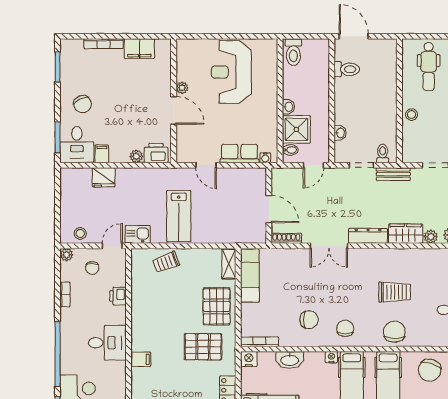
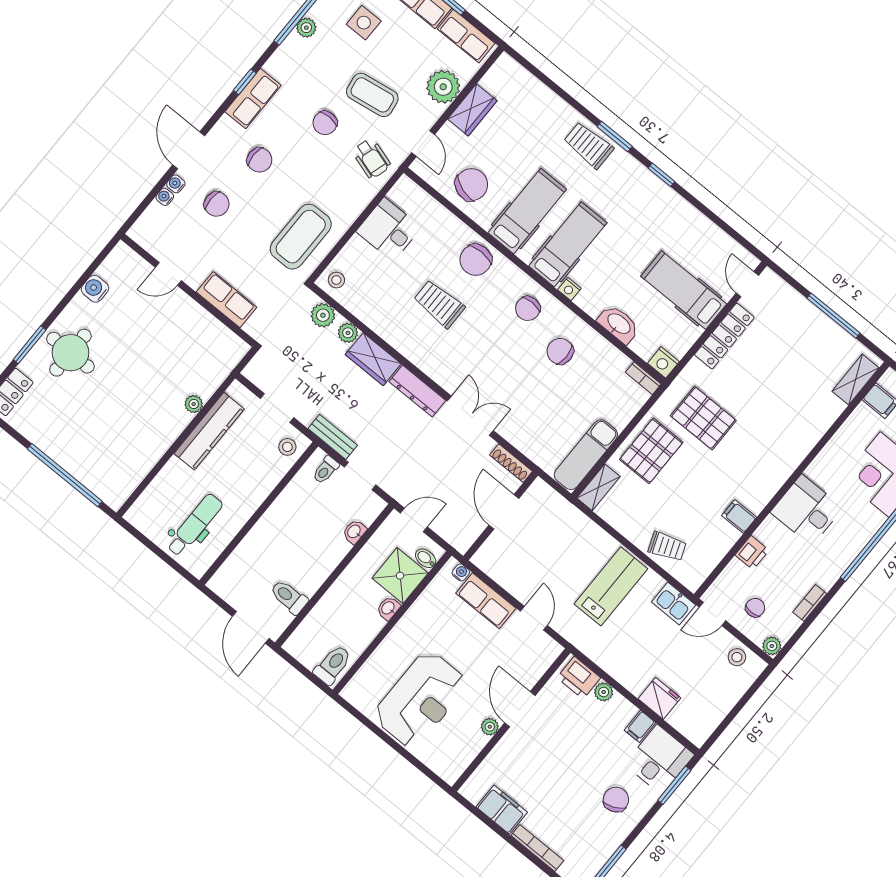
stool: (412, 115) -> (287, 447), moved
bookcase: (260, 342) -> (643, 378), width x0.64
filing cabinet: (141, 359) -> (739, 516), moved

